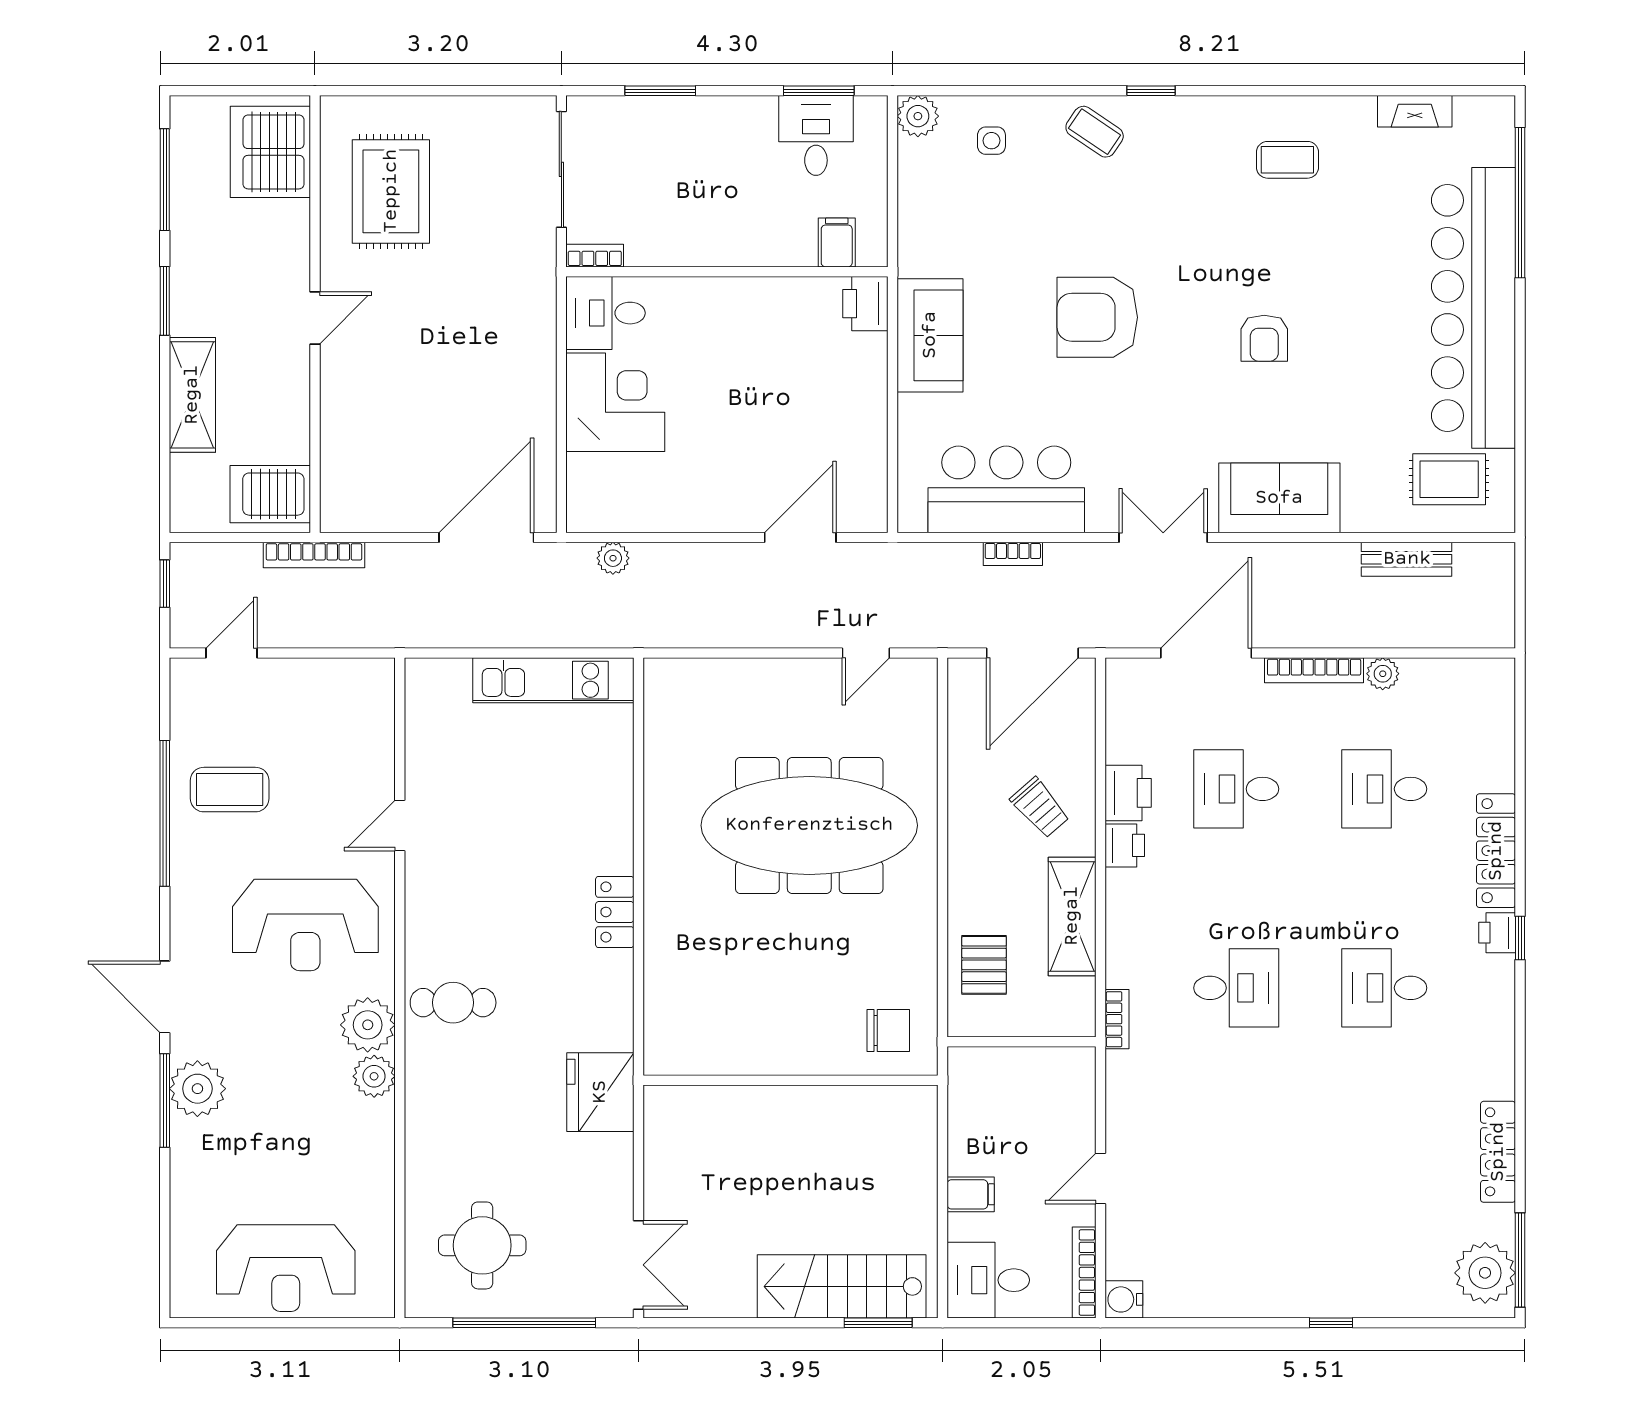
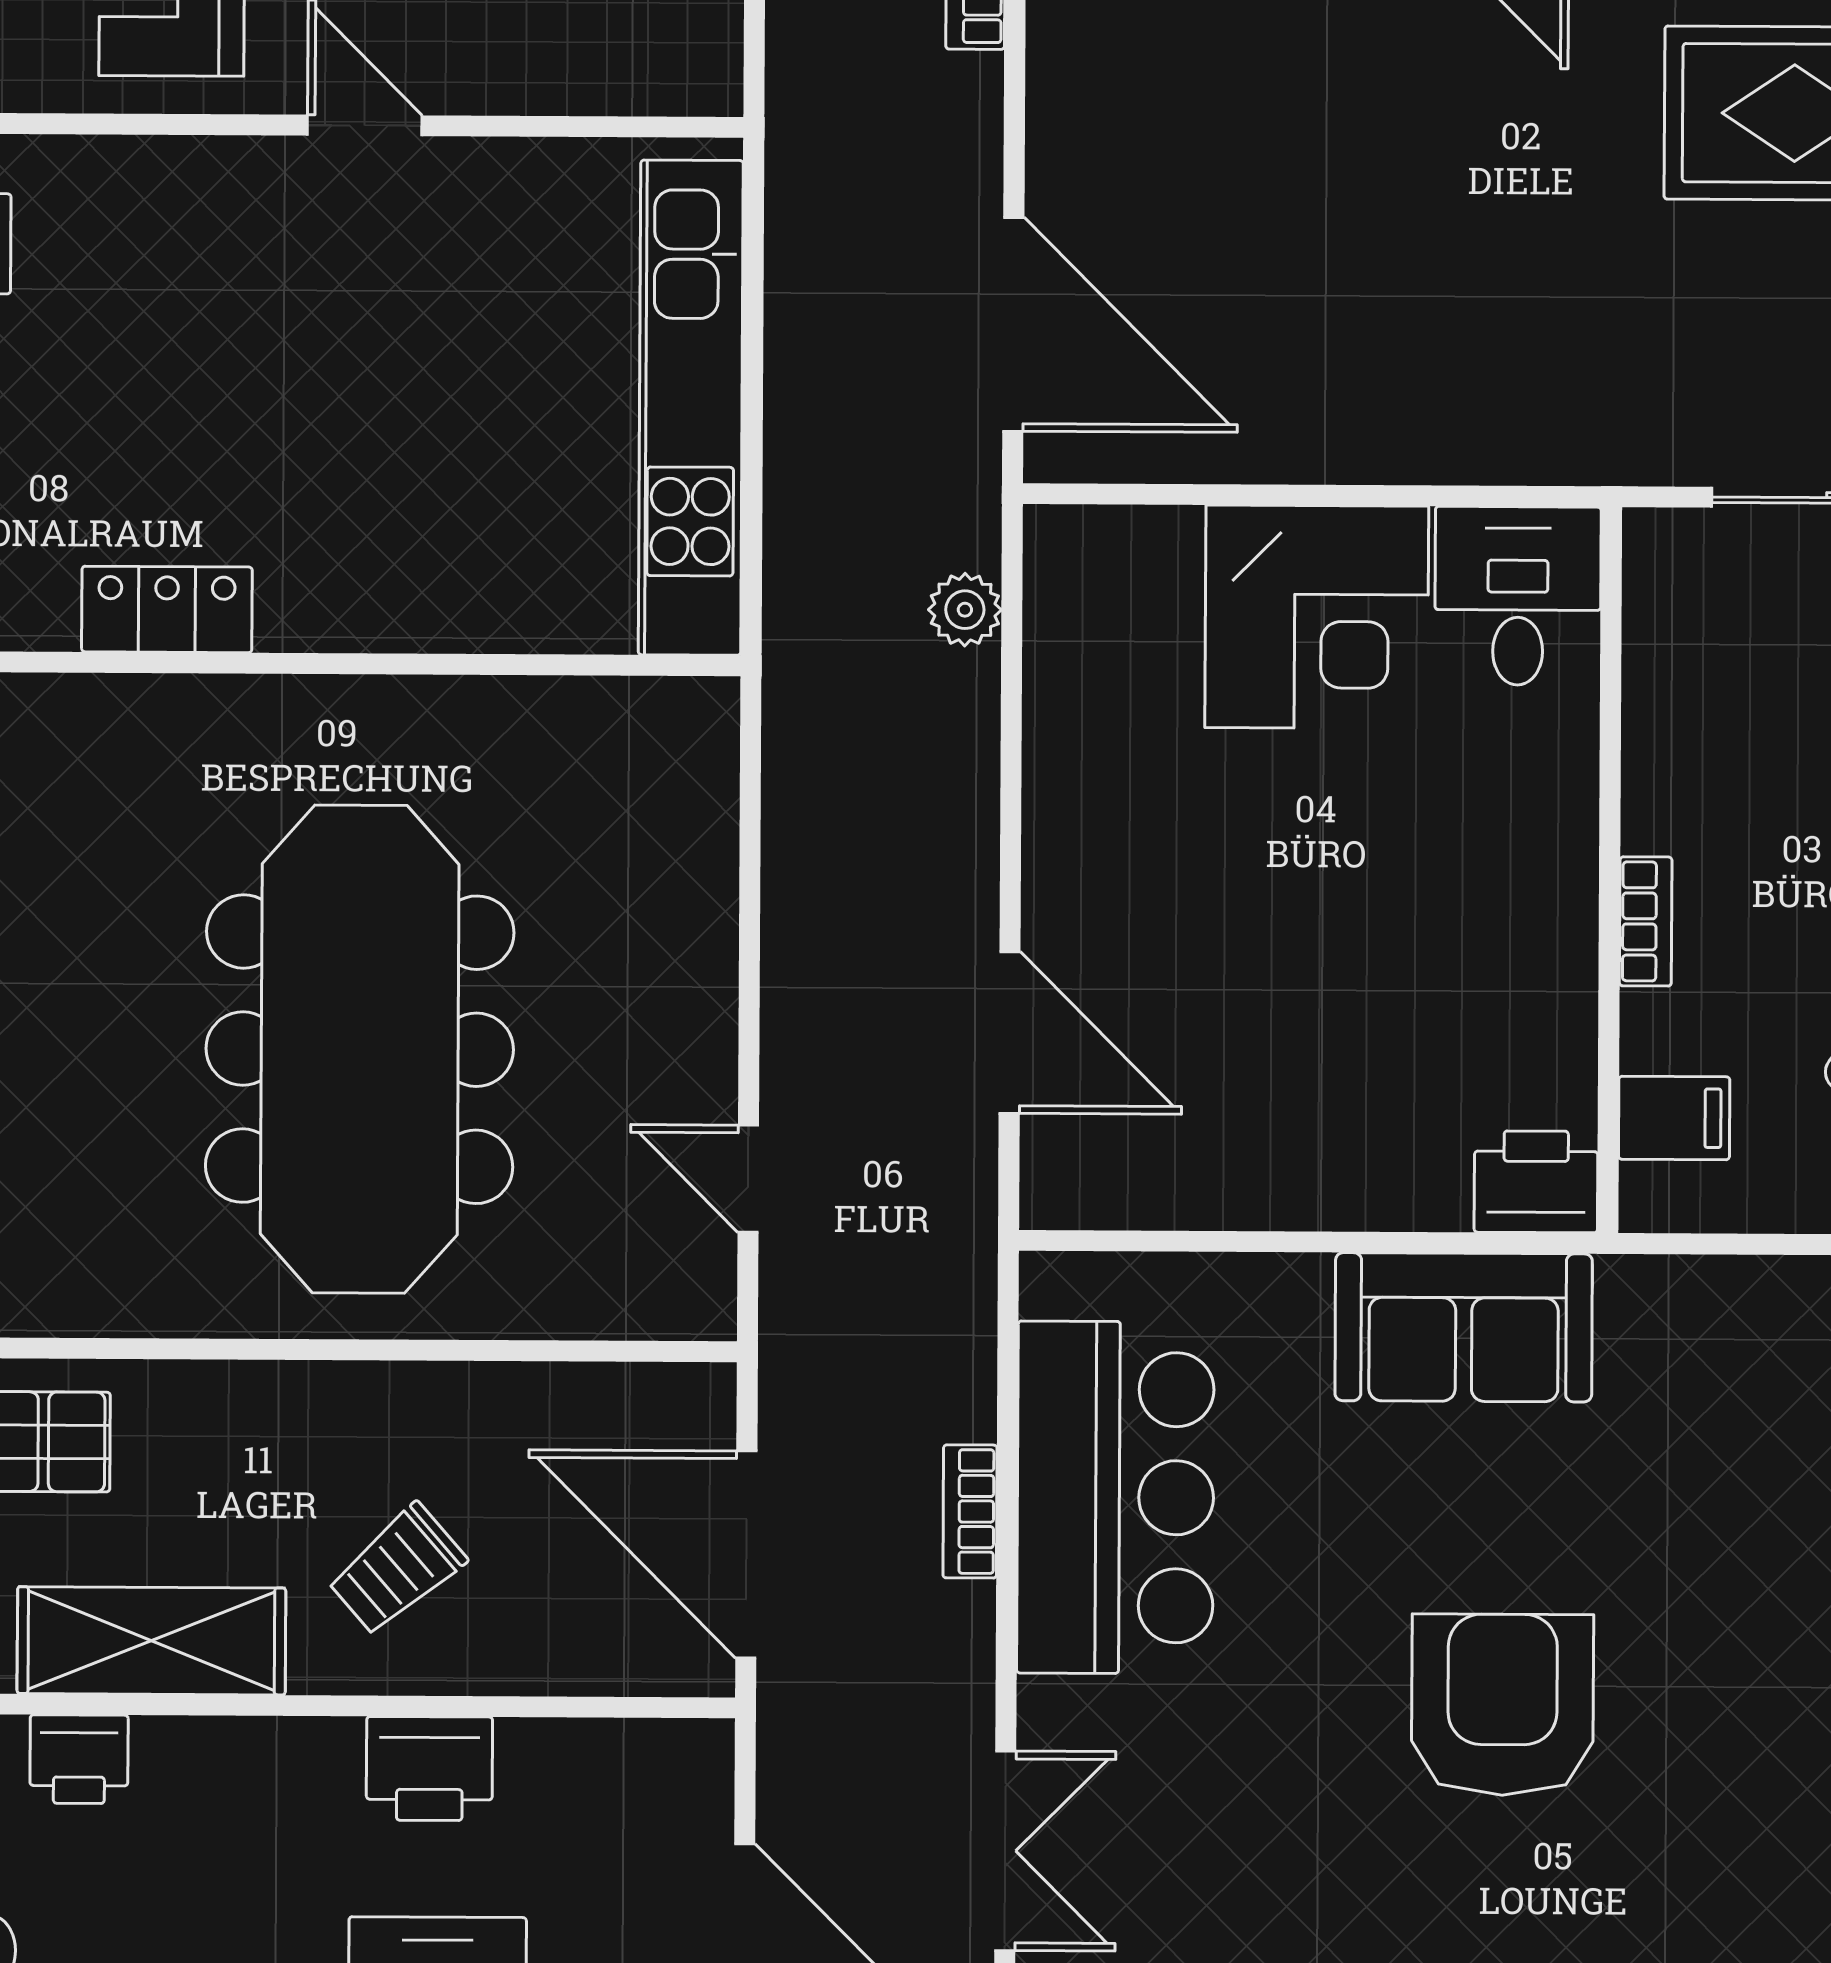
bookcase: (595, 256) -> (1646, 921), moved
kitchen unit: (553, 680) -> (691, 408), width x1.36
printer: (1125, 845) -> (79, 1759), moved

